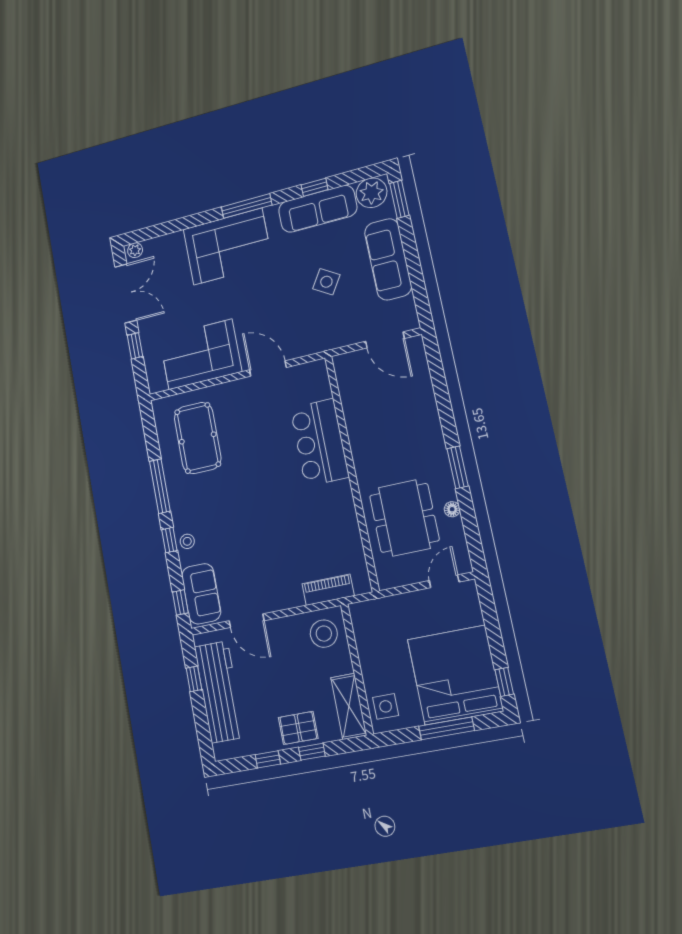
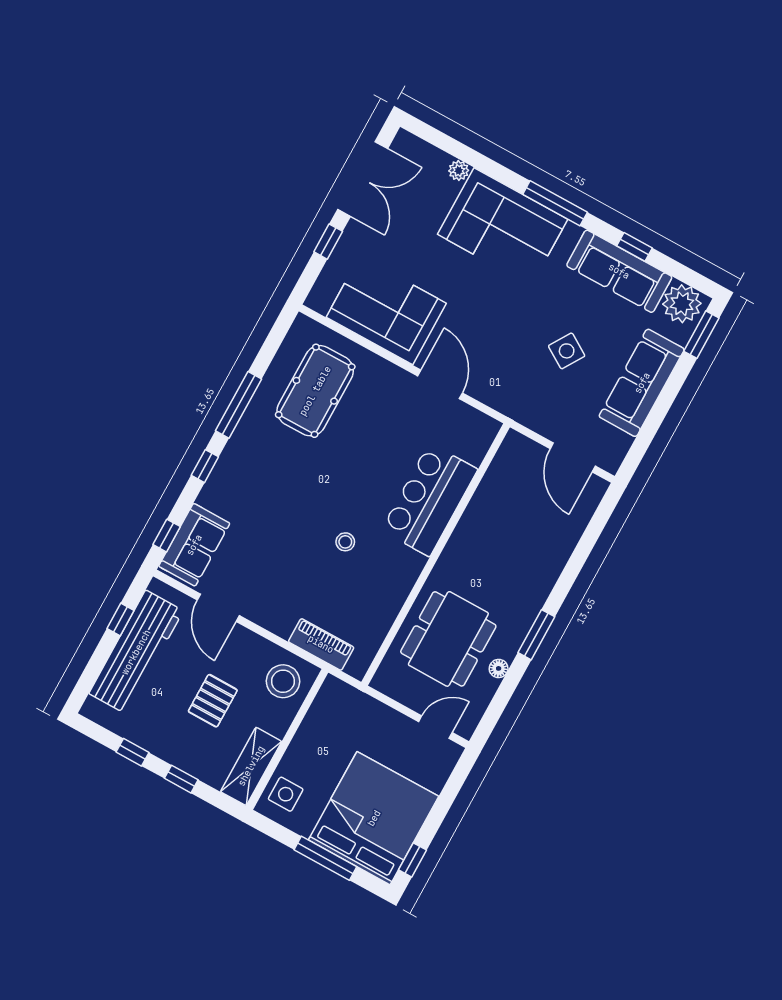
plant: (135, 250) -> (459, 171), moved
stool: (187, 541) -> (345, 542), moved
pallet: (298, 728) -> (213, 701), moved, turned 90

